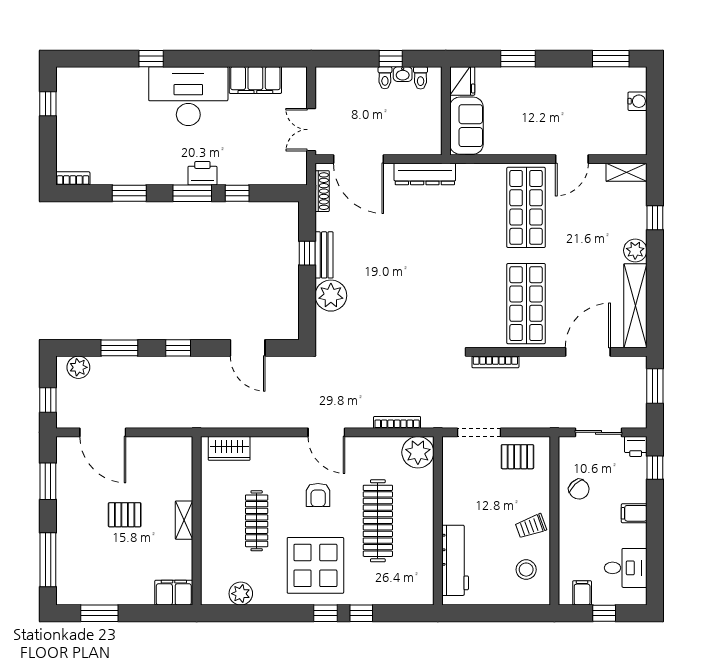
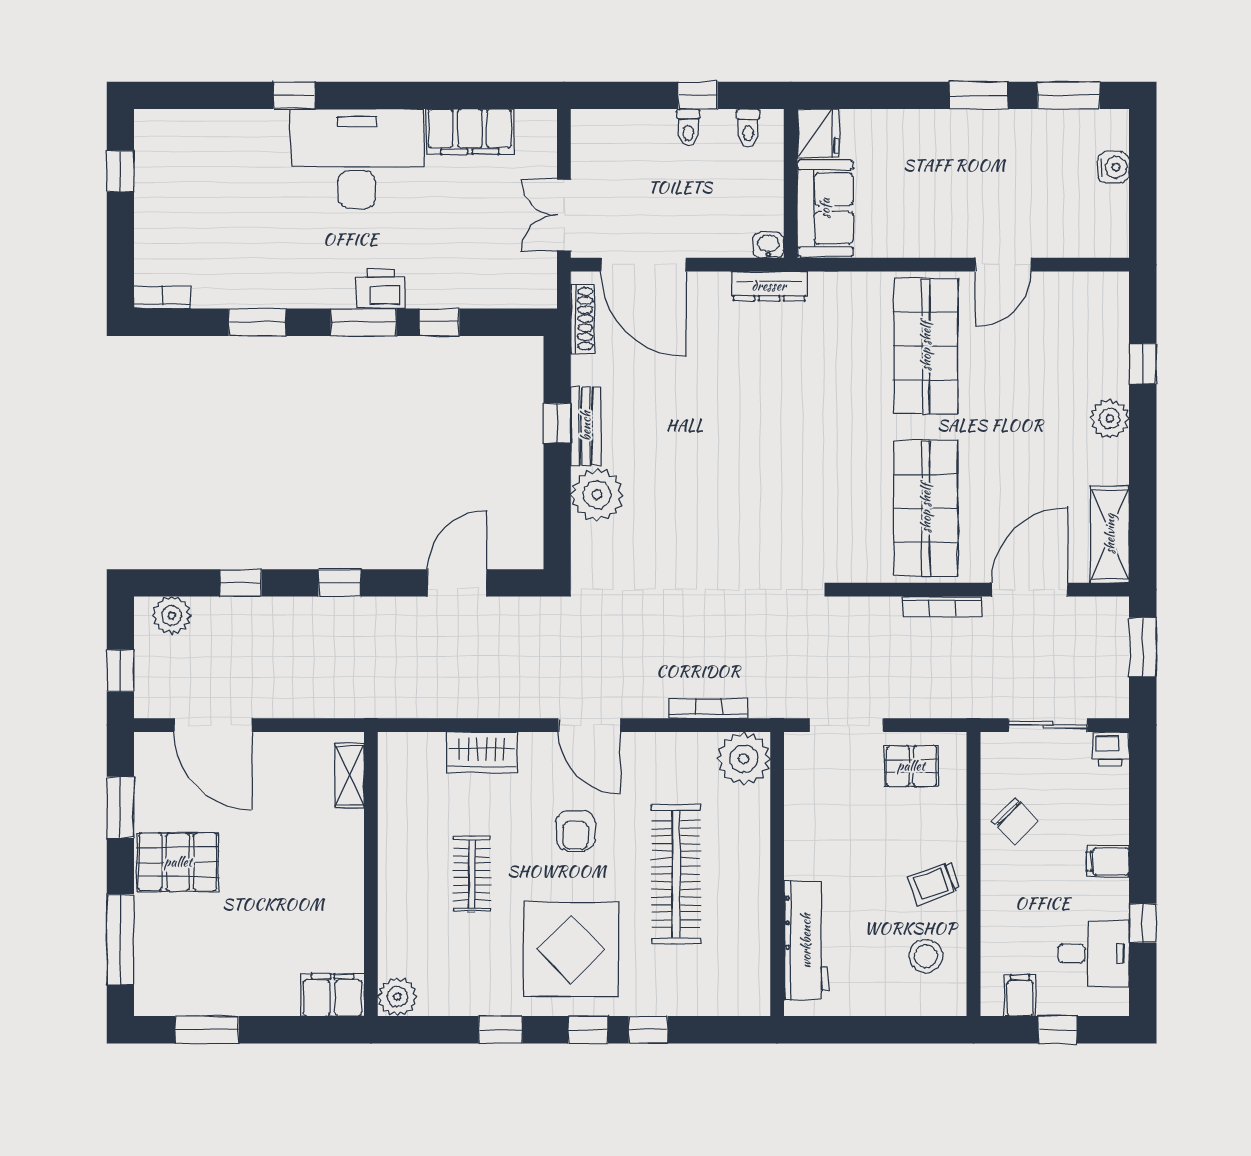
window: (518, 59) -> (979, 95), moved
washbasin: (403, 74) -> (768, 245), moved, turned 180
shelving: (626, 172) -> (1095, 287), removed
dresser: (425, 174) -> (769, 286), width x0.73, depth x0.80
shelving: (635, 306) -> (1110, 534), width x0.68
window: (119, 348) -> (241, 583), width x0.67
door: (248, 348) -> (457, 583), swing flipped
bookcase: (495, 362) -> (943, 607), moved
wardrobe: (229, 448) -> (482, 752), moved
window: (655, 468) -> (1143, 923), moved
pallet: (125, 515) -> (178, 862), moved, width x1.50, depth x1.42
shelving: (184, 520) -> (350, 775), moved
clothes rail: (257, 521) -> (472, 874), width x0.73
plant: (241, 594) -> (397, 997), moved
window: (274, 613) -> (500, 1030), added

